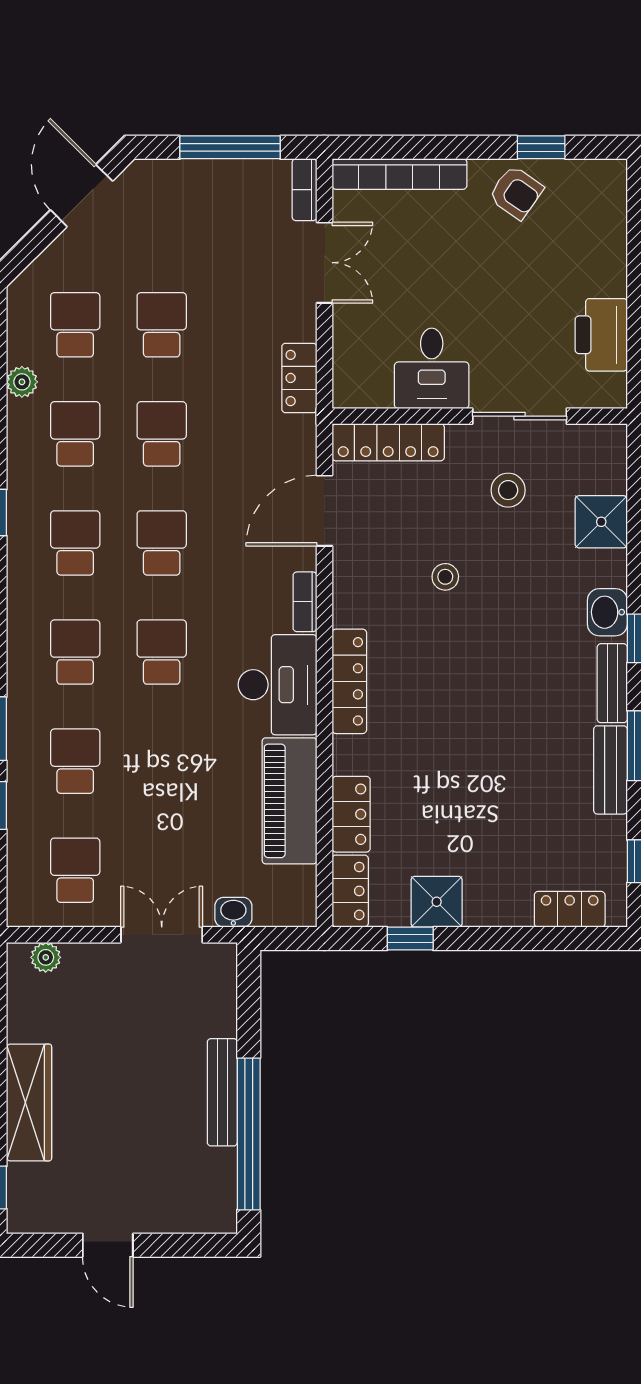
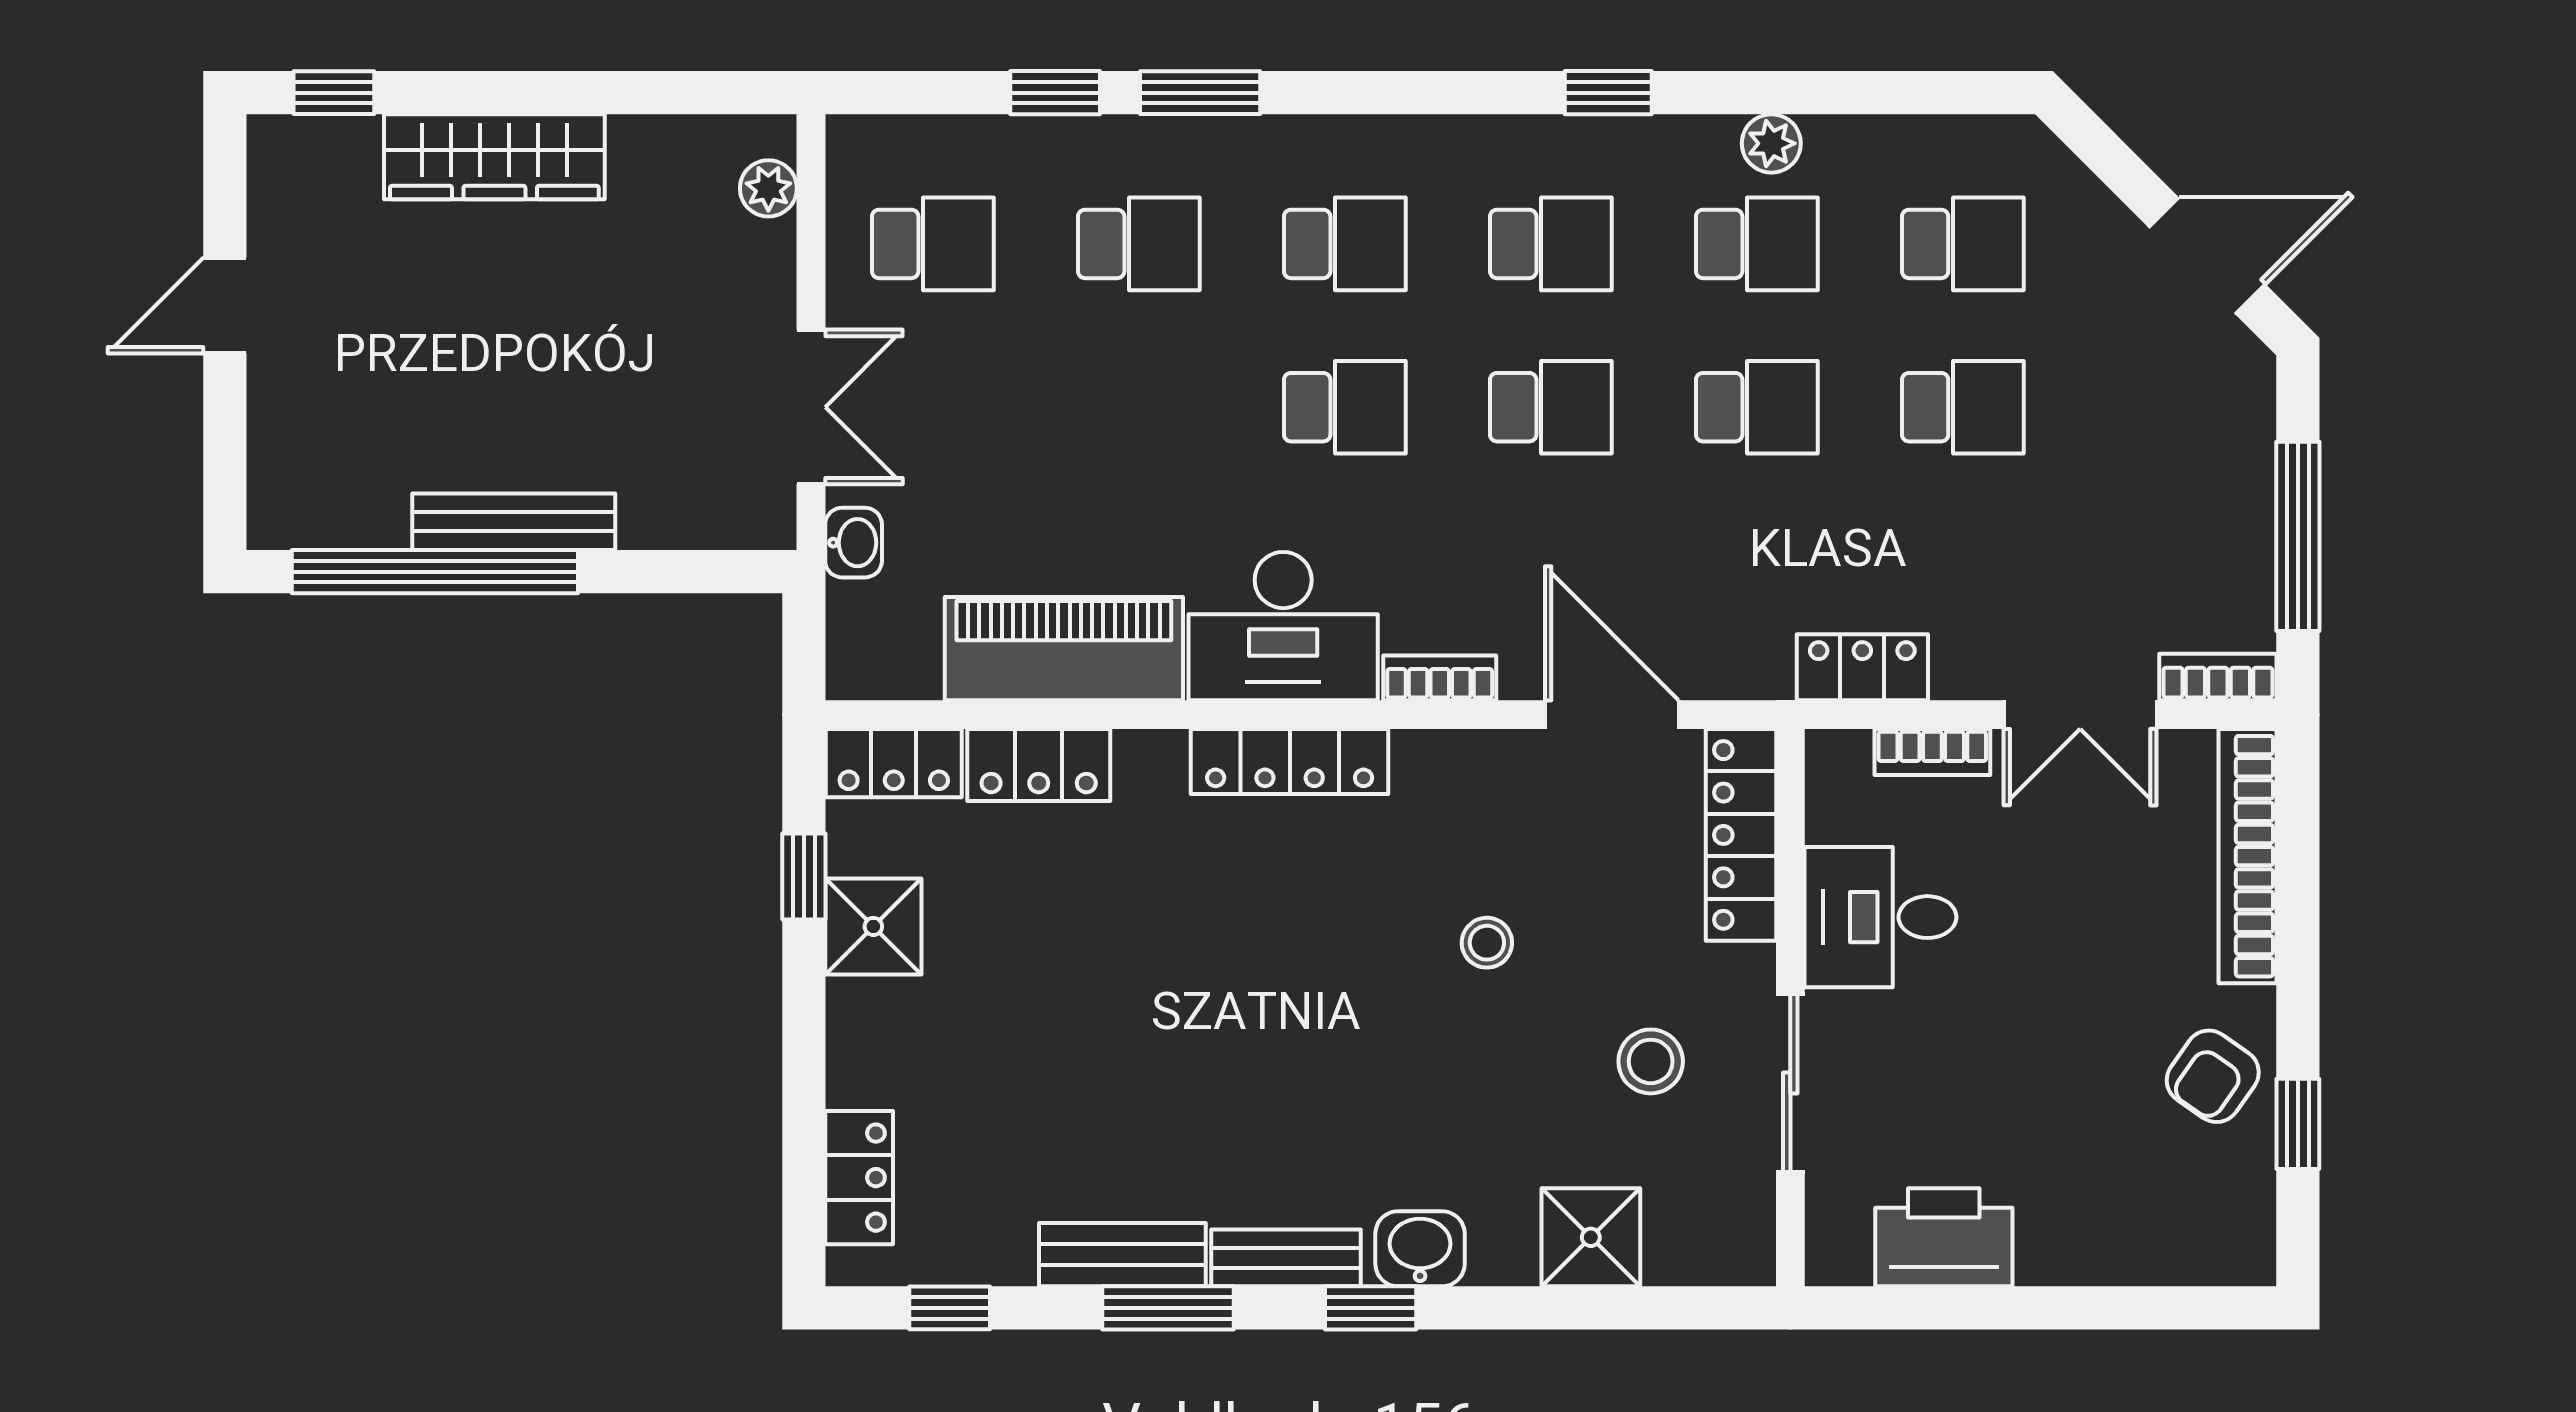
bookcase: (344, 341) -> (1932, 752), added
plant: (22, 382) -> (1771, 143), moved

